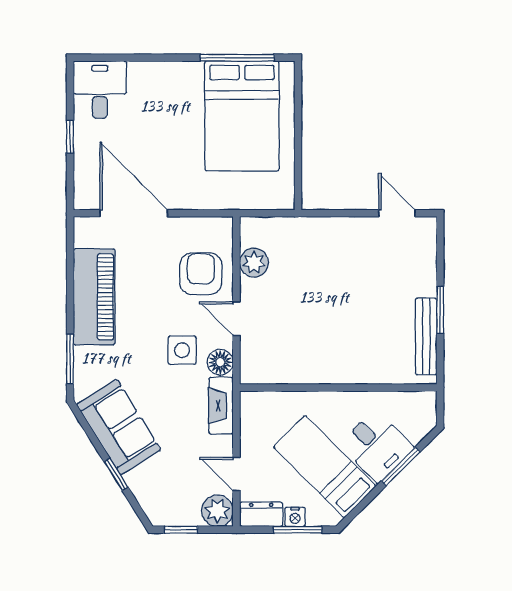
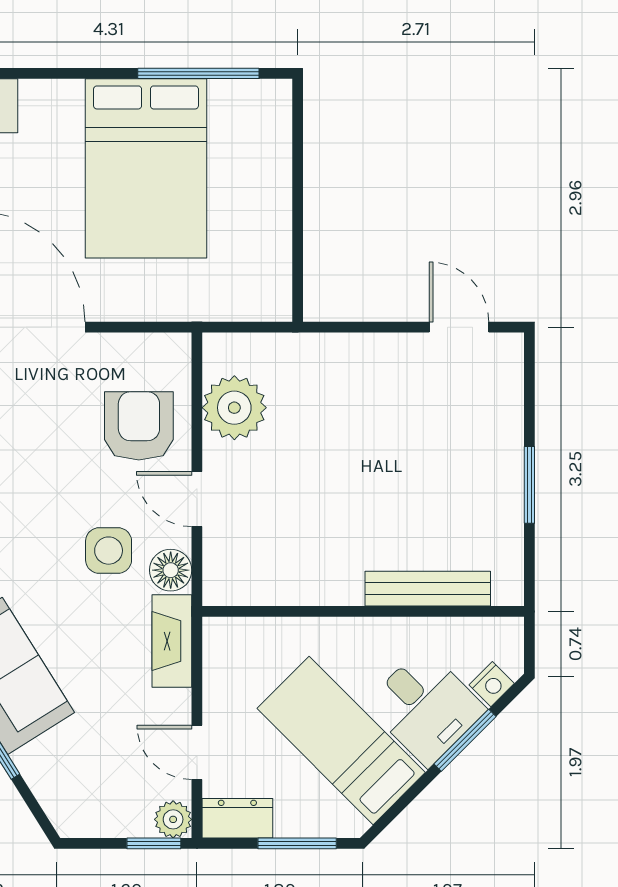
bed: (242, 116) -> (146, 168), moved
plant: (254, 263) -> (234, 408), width x1.36, depth x1.36
bench: (426, 336) -> (428, 589), moved, turned 90
plant: (217, 511) -> (173, 819), width x0.73, depth x0.73
nightstand: (295, 517) -> (492, 684), moved, turned -45
window: (181, 530) -> (154, 843), moved

